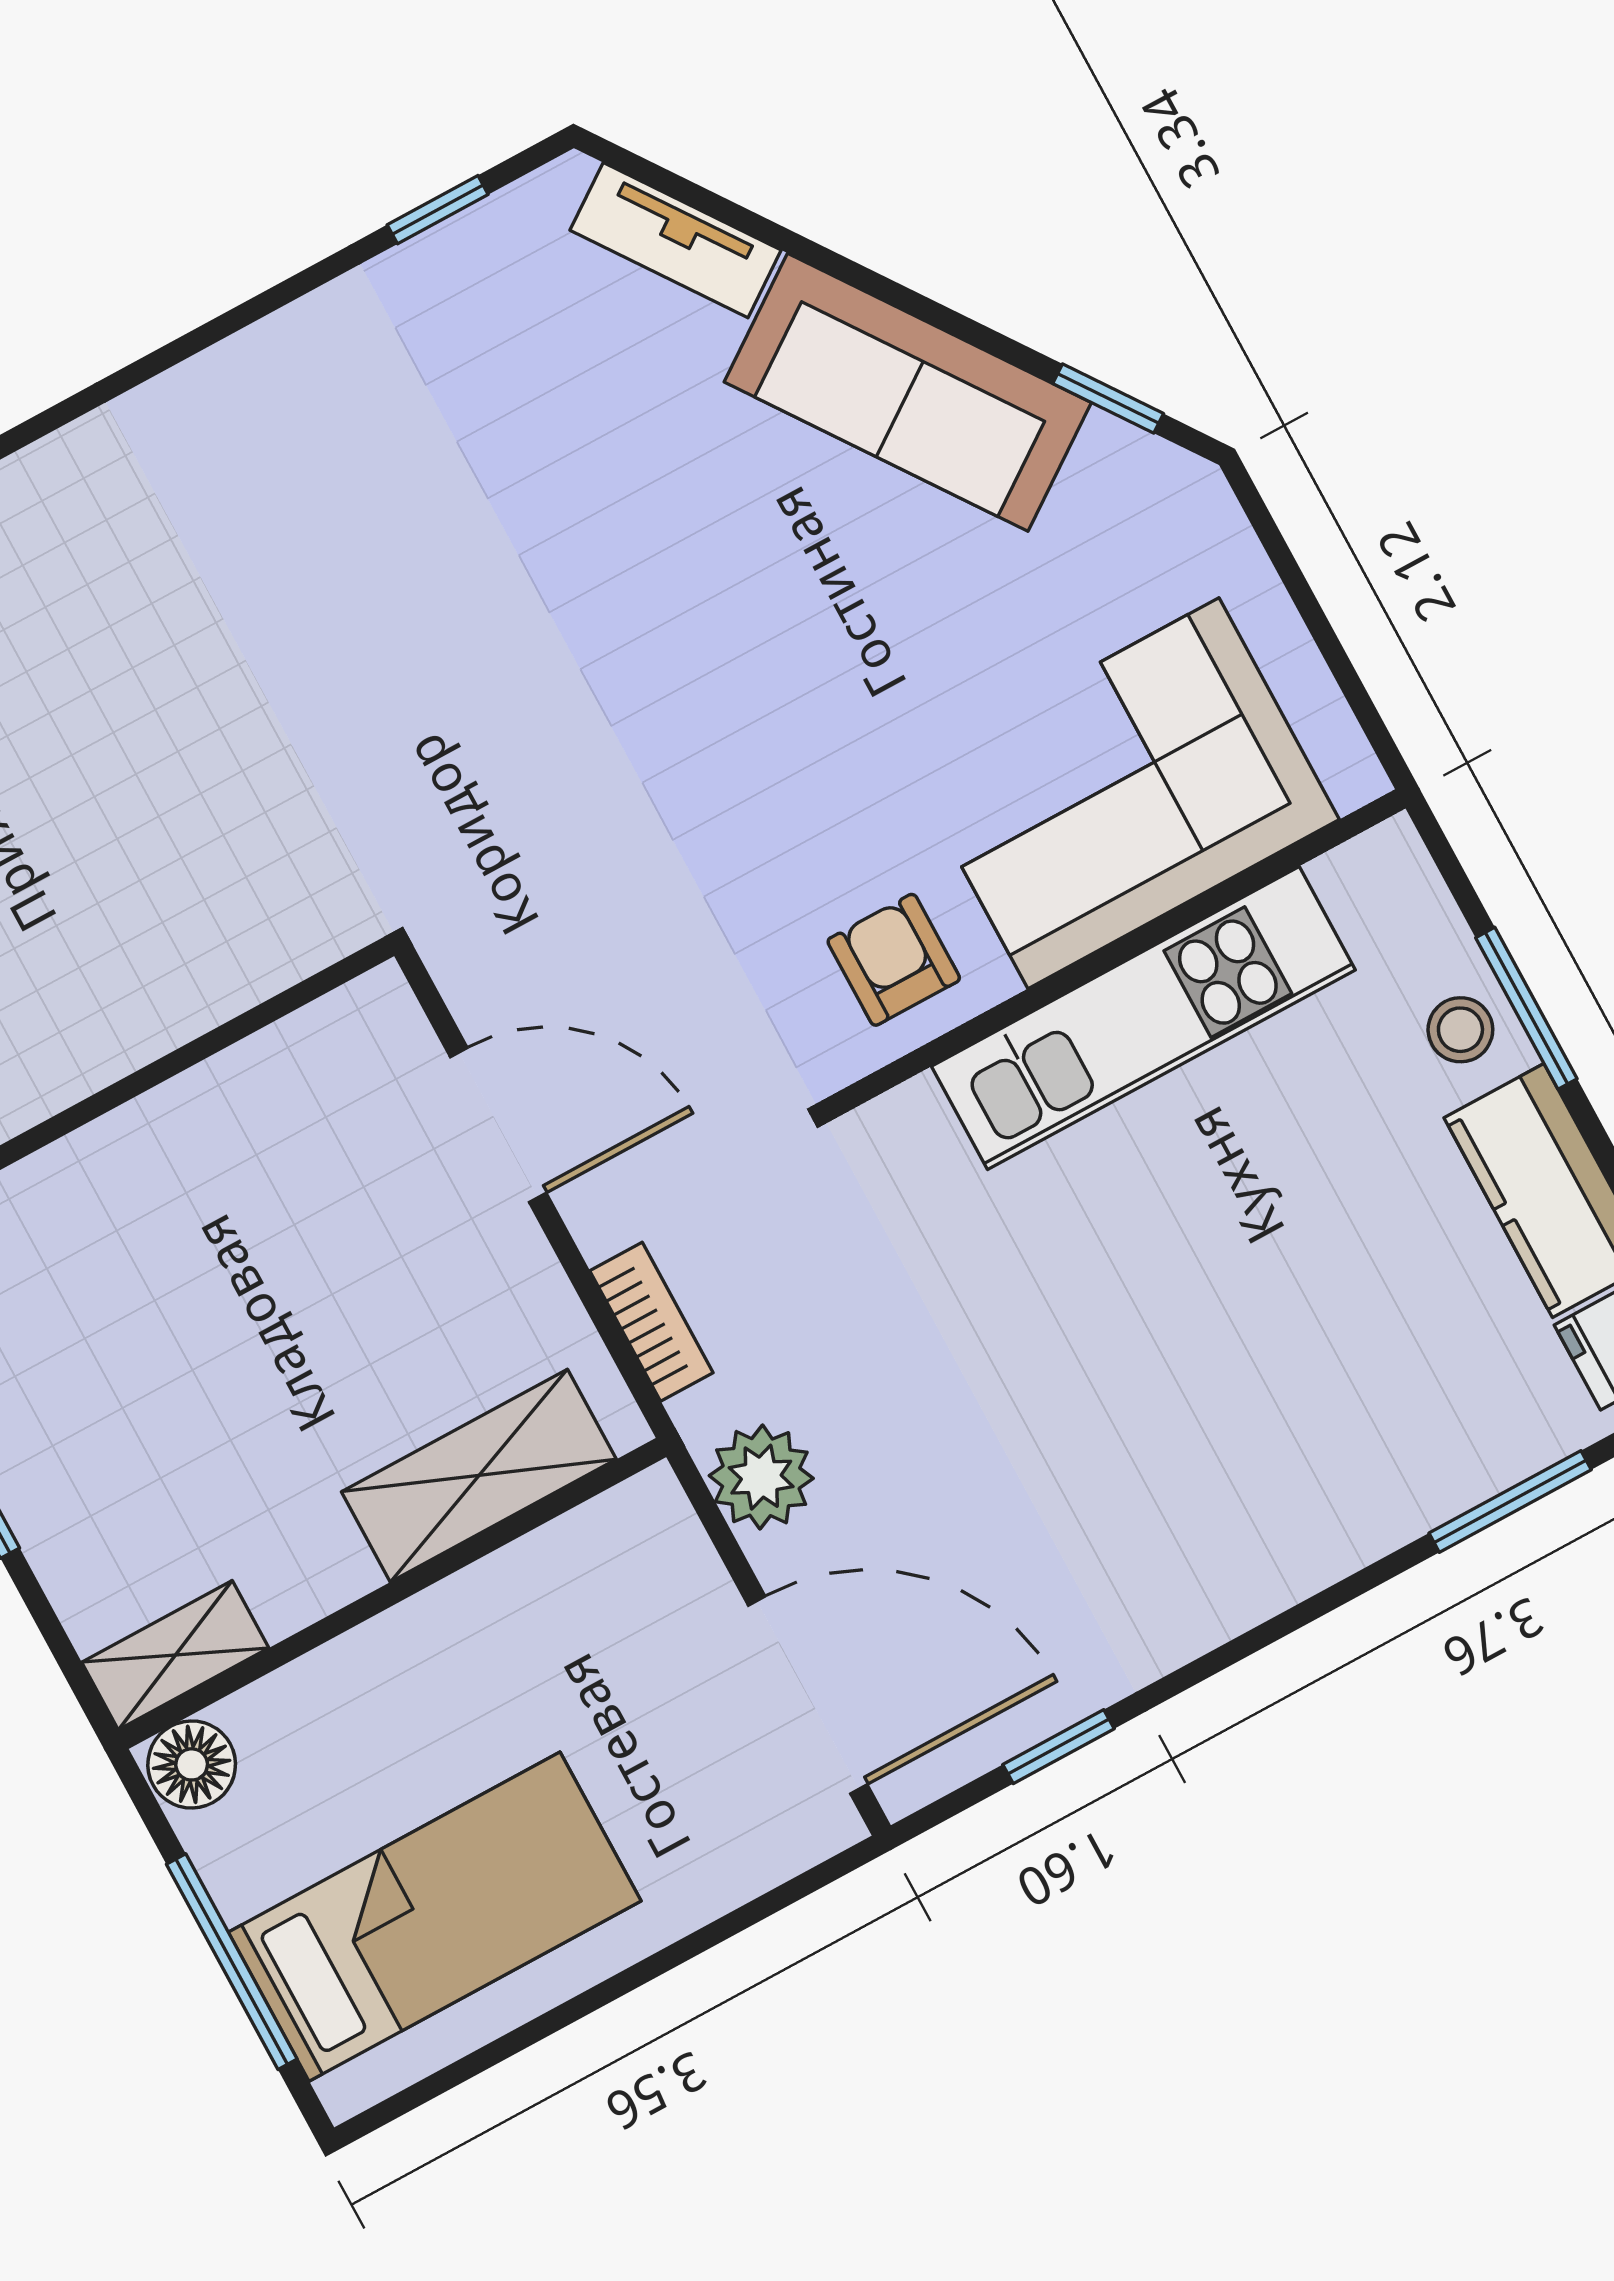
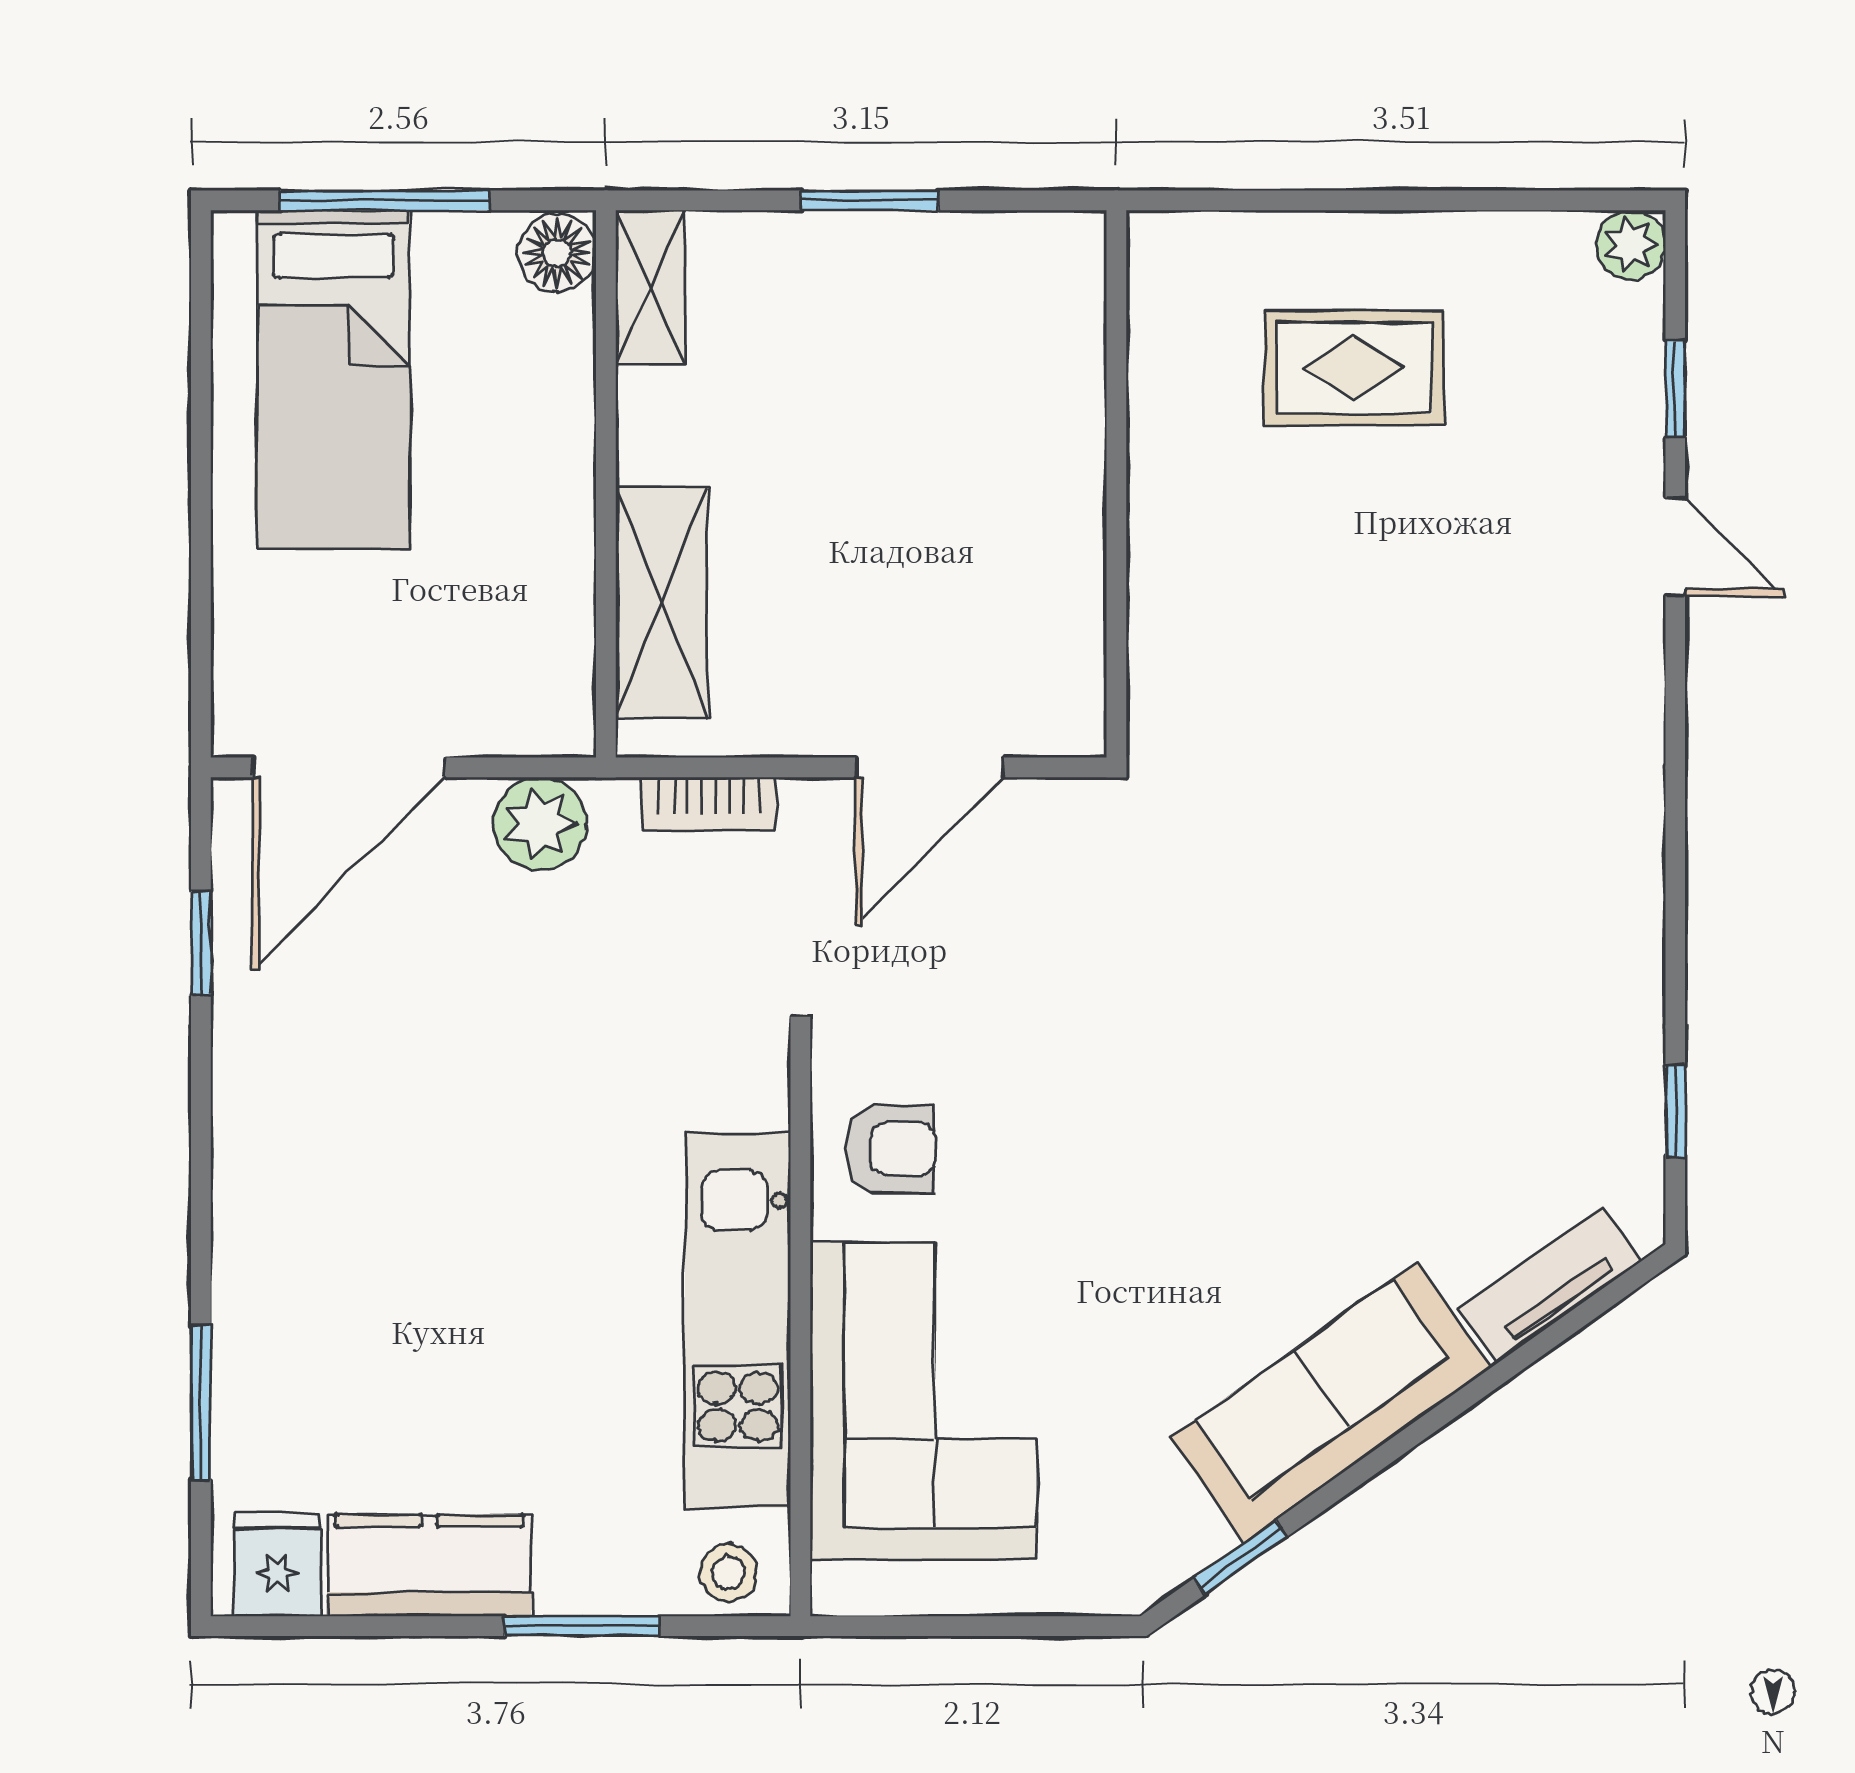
stool: (1460, 1030) -> (728, 1573), moved

